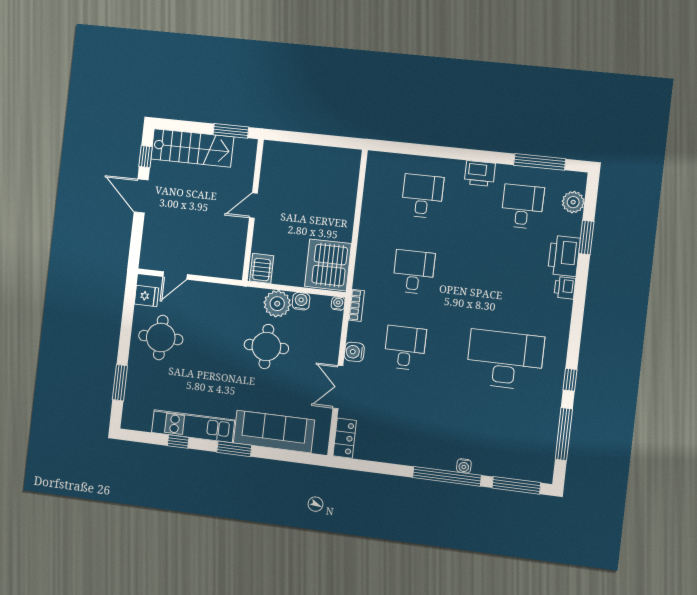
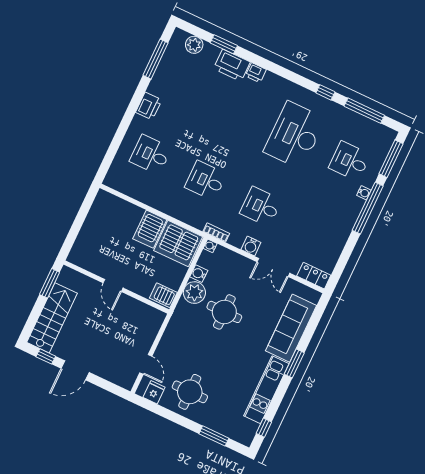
desk: (522, 206) -> (350, 161), moved
server rack: (334, 226) -> (150, 229), added
window: (178, 442) -> (264, 428), moved

